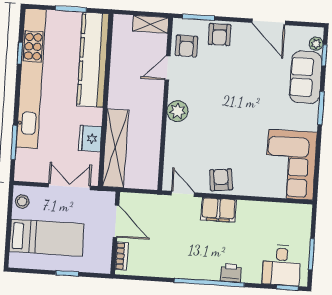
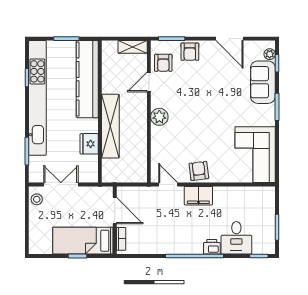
shelving: (115, 148) -> (110, 126), moved
double door: (69, 187) -> (61, 185), moved
bed: (47, 238) -> (83, 241), moved, turned 180
desk: (281, 265) -> (236, 238), moved

